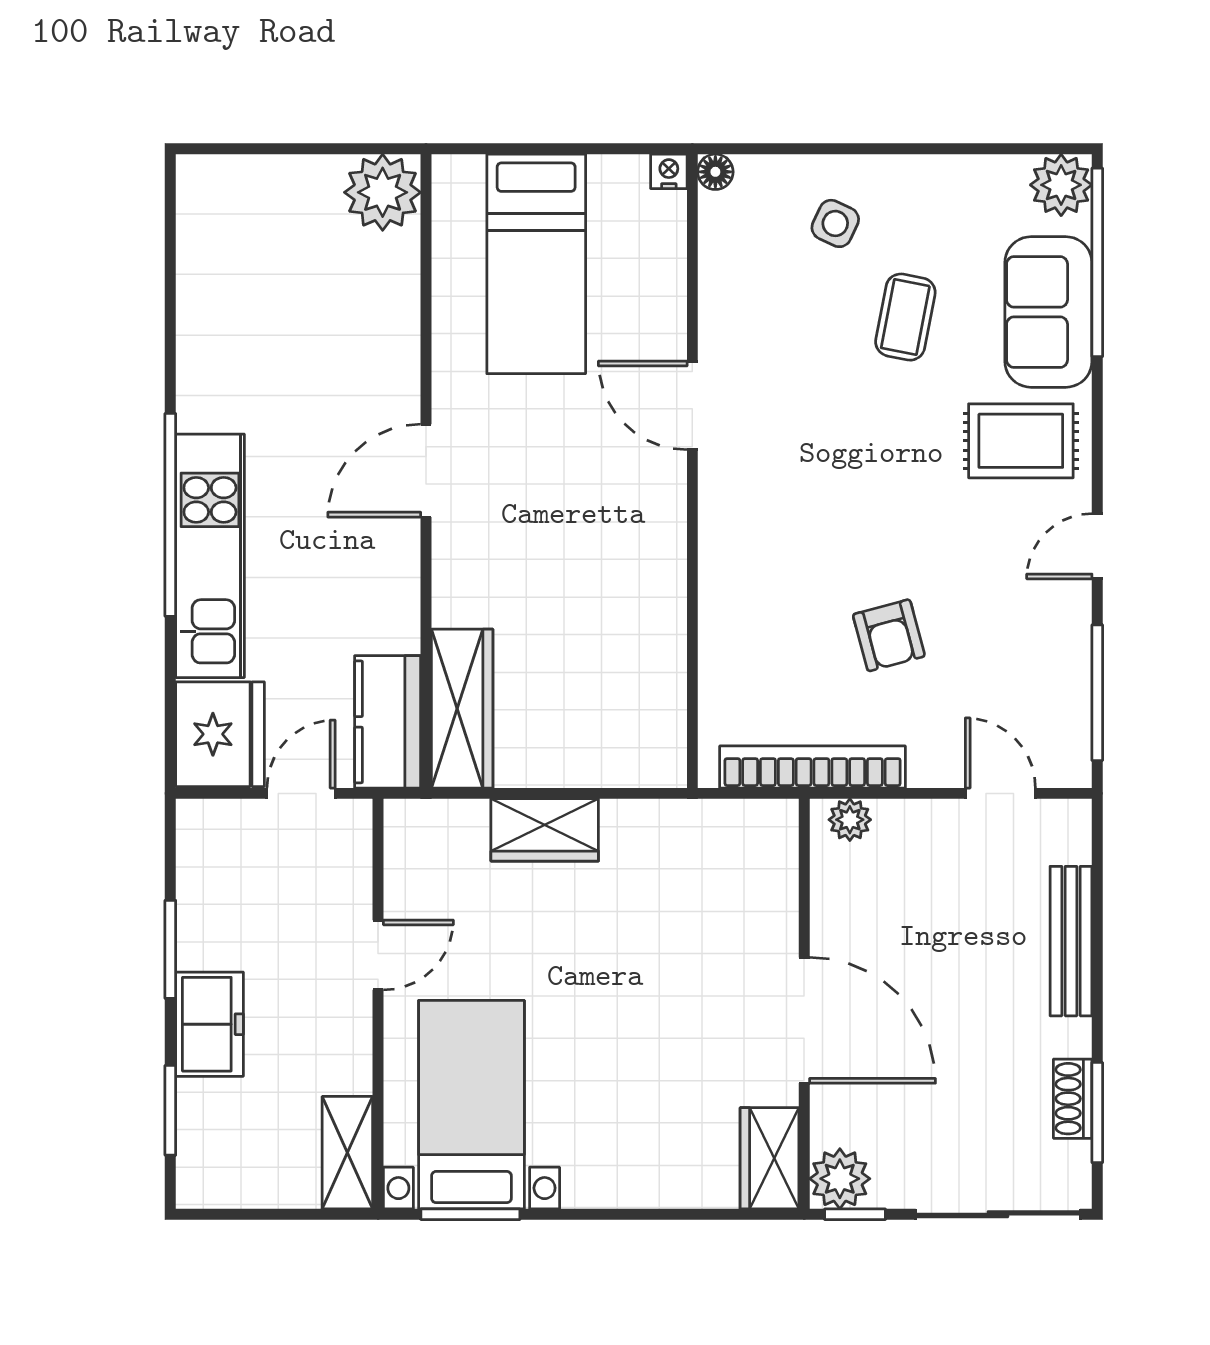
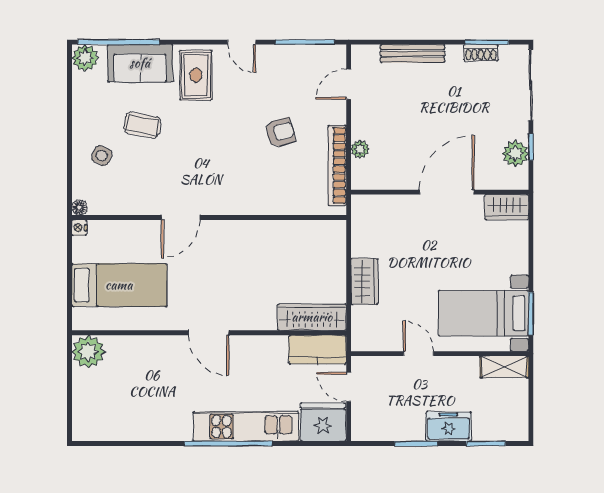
wall: (804, 1004) -> (440, 192), moved
door: (804, 1020) -> (447, 192), moved
wardrobe: (770, 1158) -> (507, 207), moved

